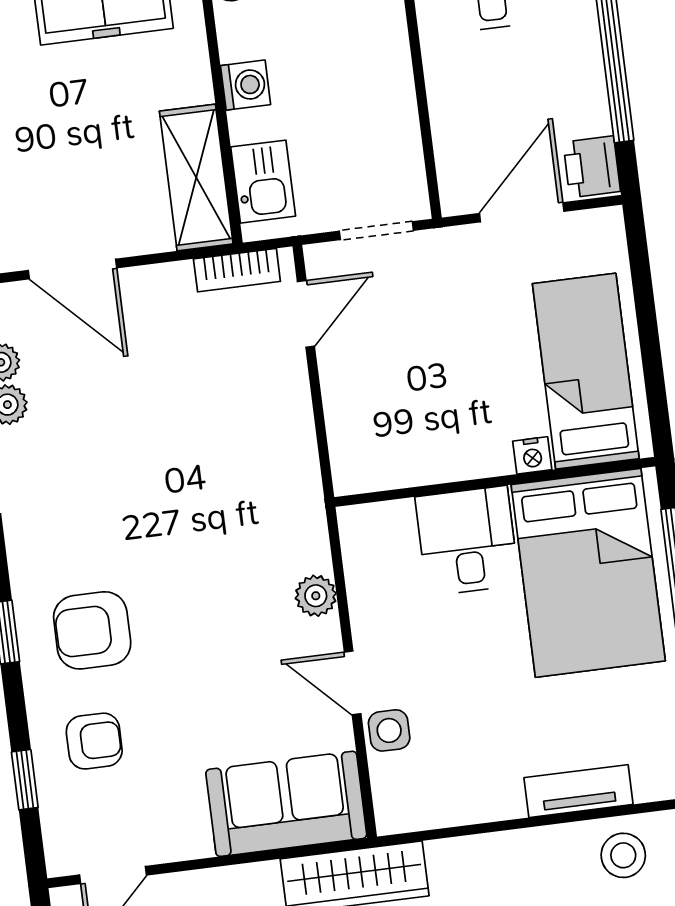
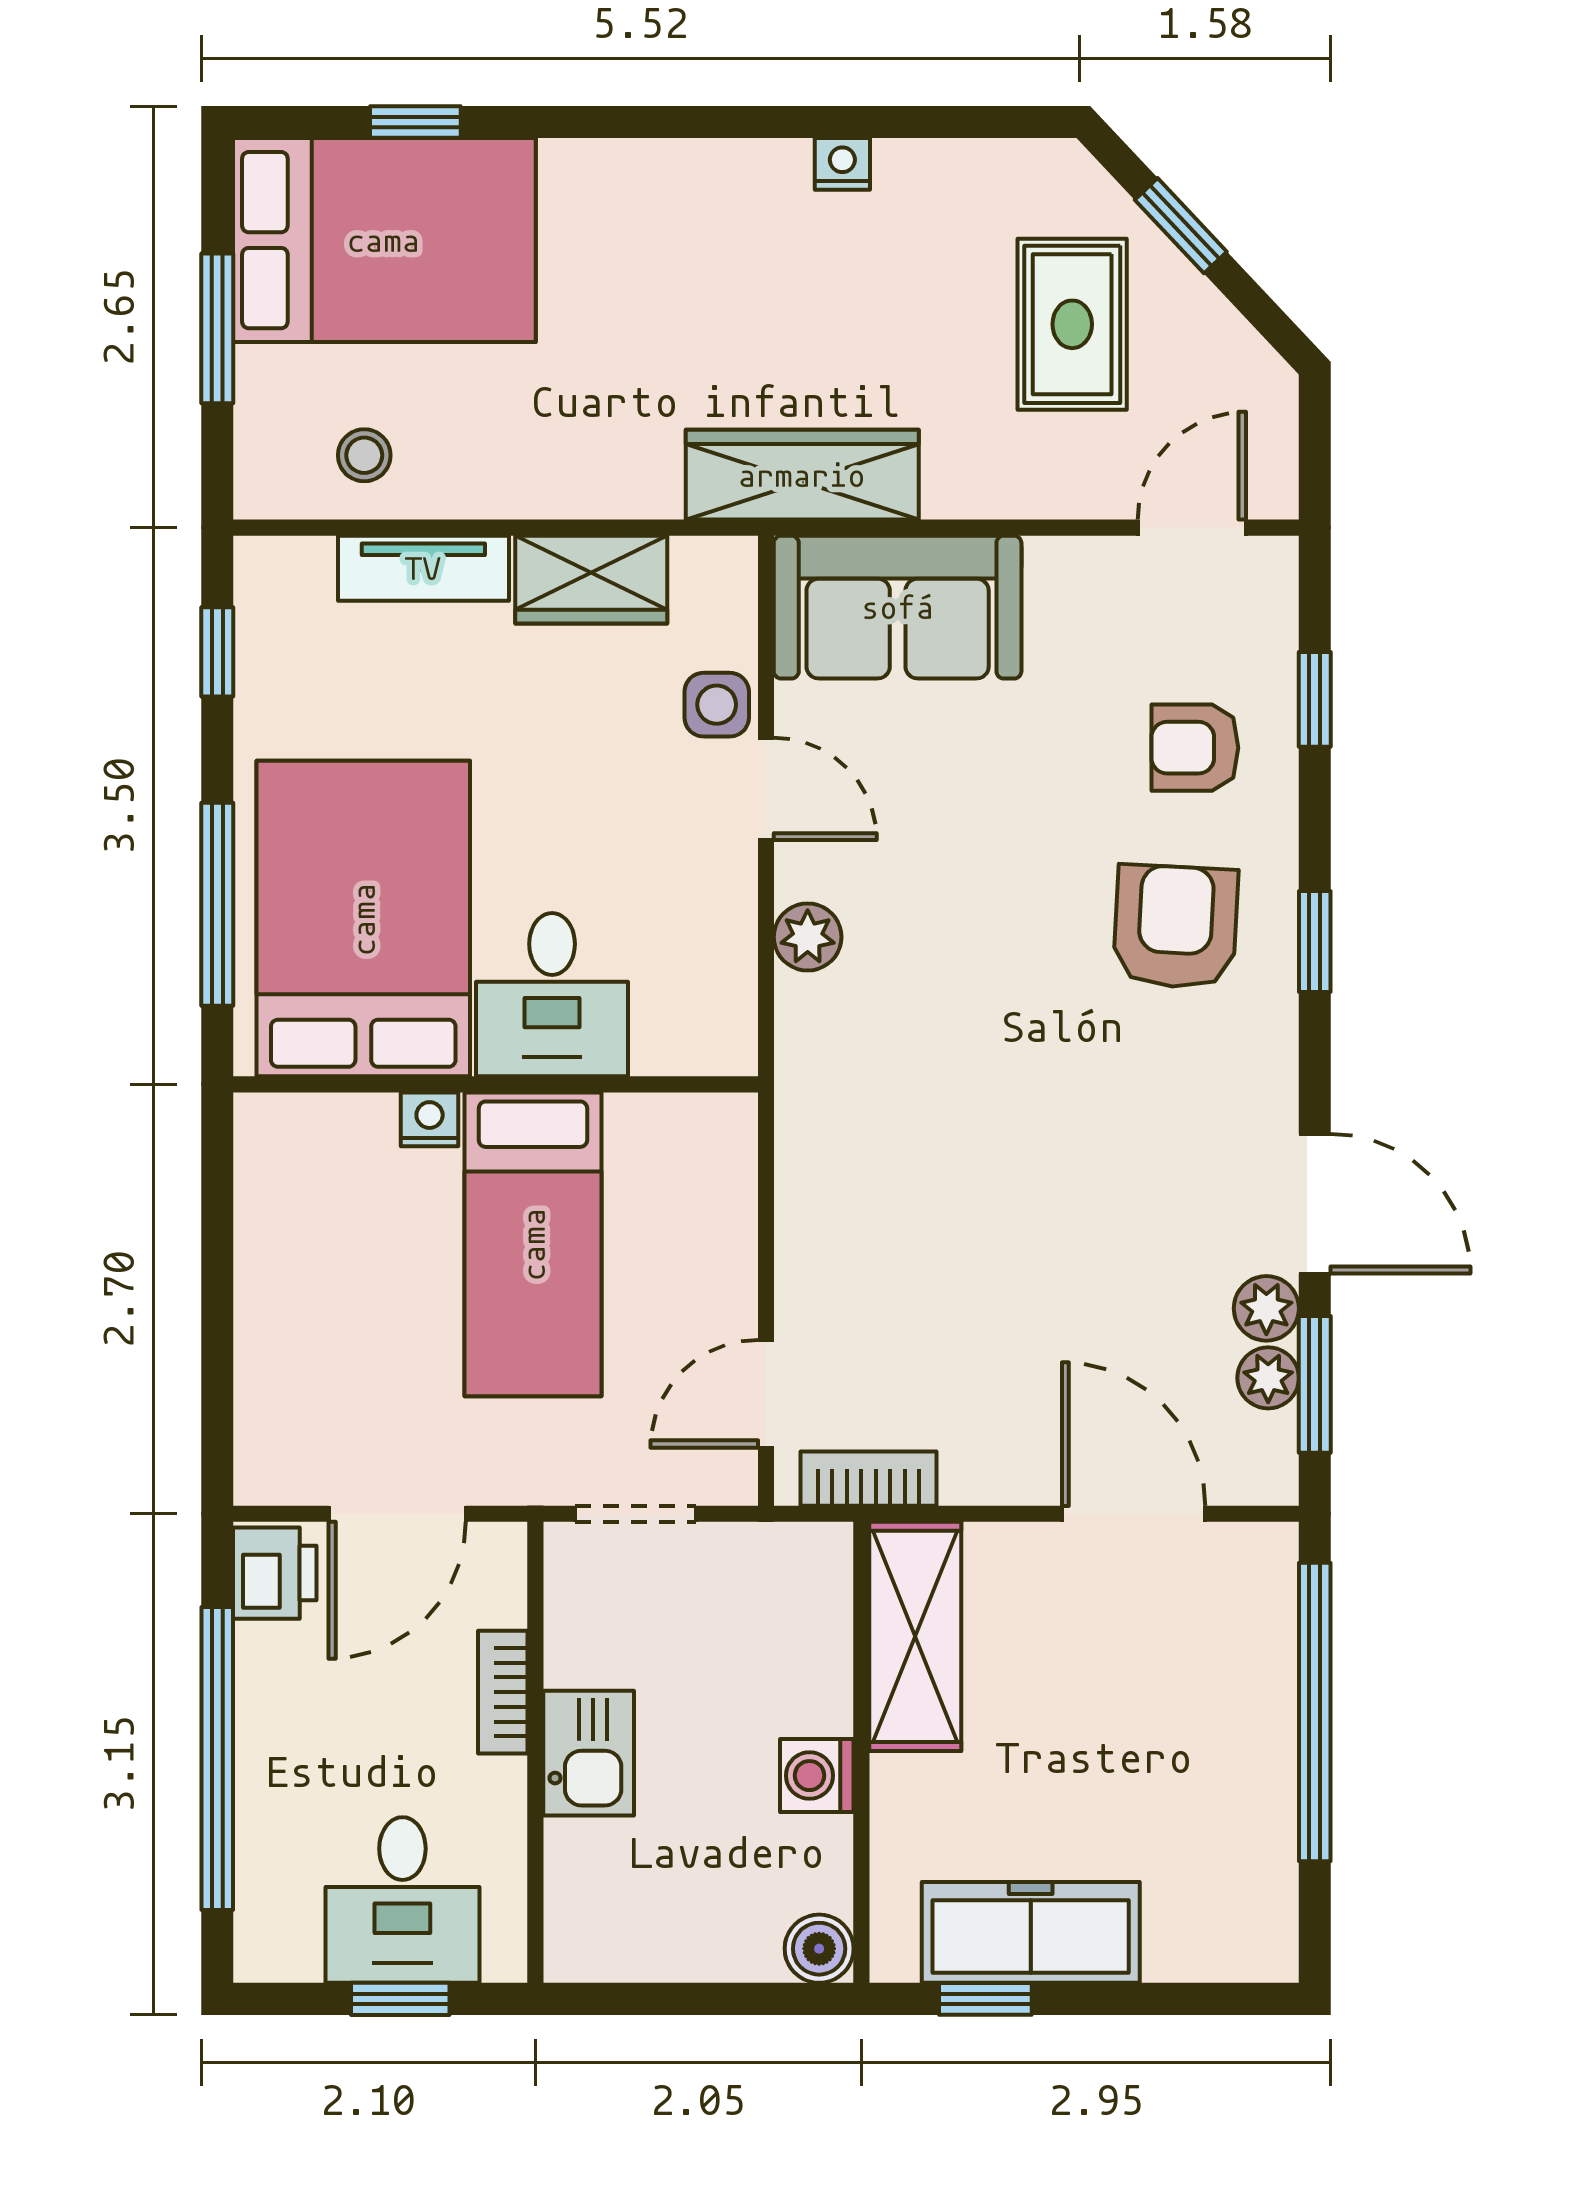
bookcase: (444, 112) -> (503, 1692), added
kitchen sink: (263, 182) -> (589, 1753), moved, turned 180
bed: (586, 371) -> (533, 1244), moved
armchair: (92, 630) -> (1176, 927), turned -87
wardrobe: (475, 797) -> (591, 580), added
stool: (623, 855) -> (364, 455), width x0.73, depth x0.73

